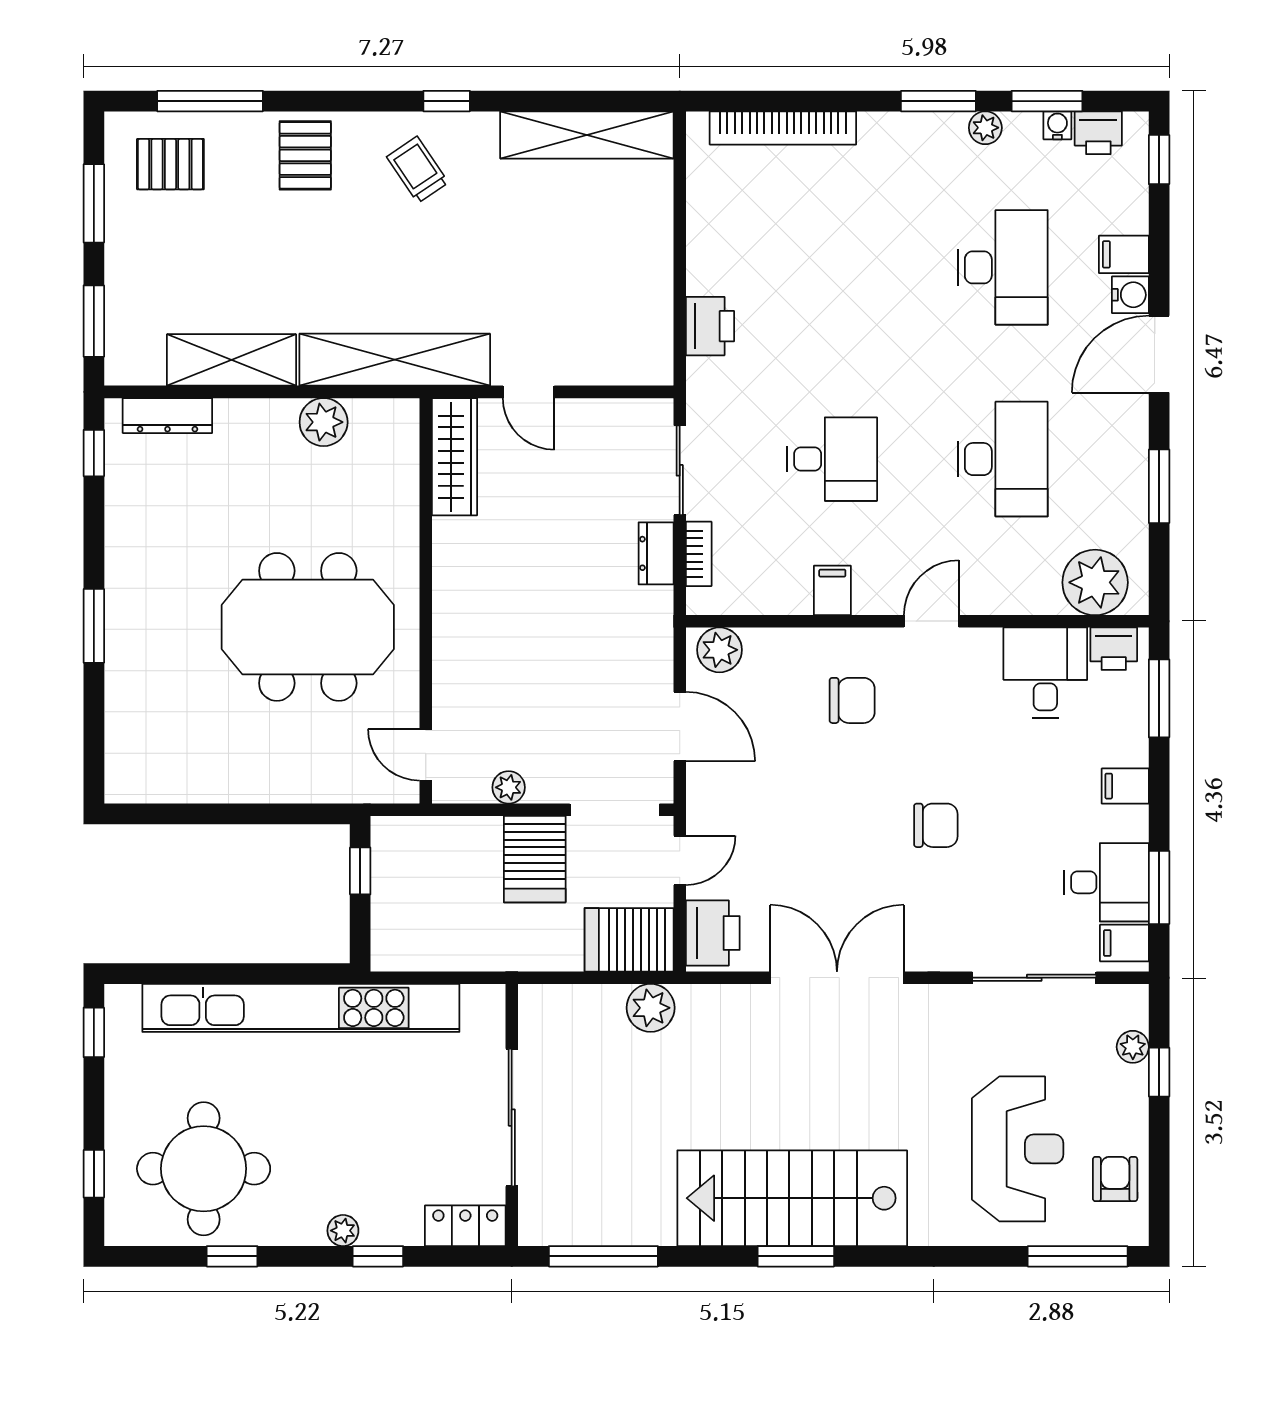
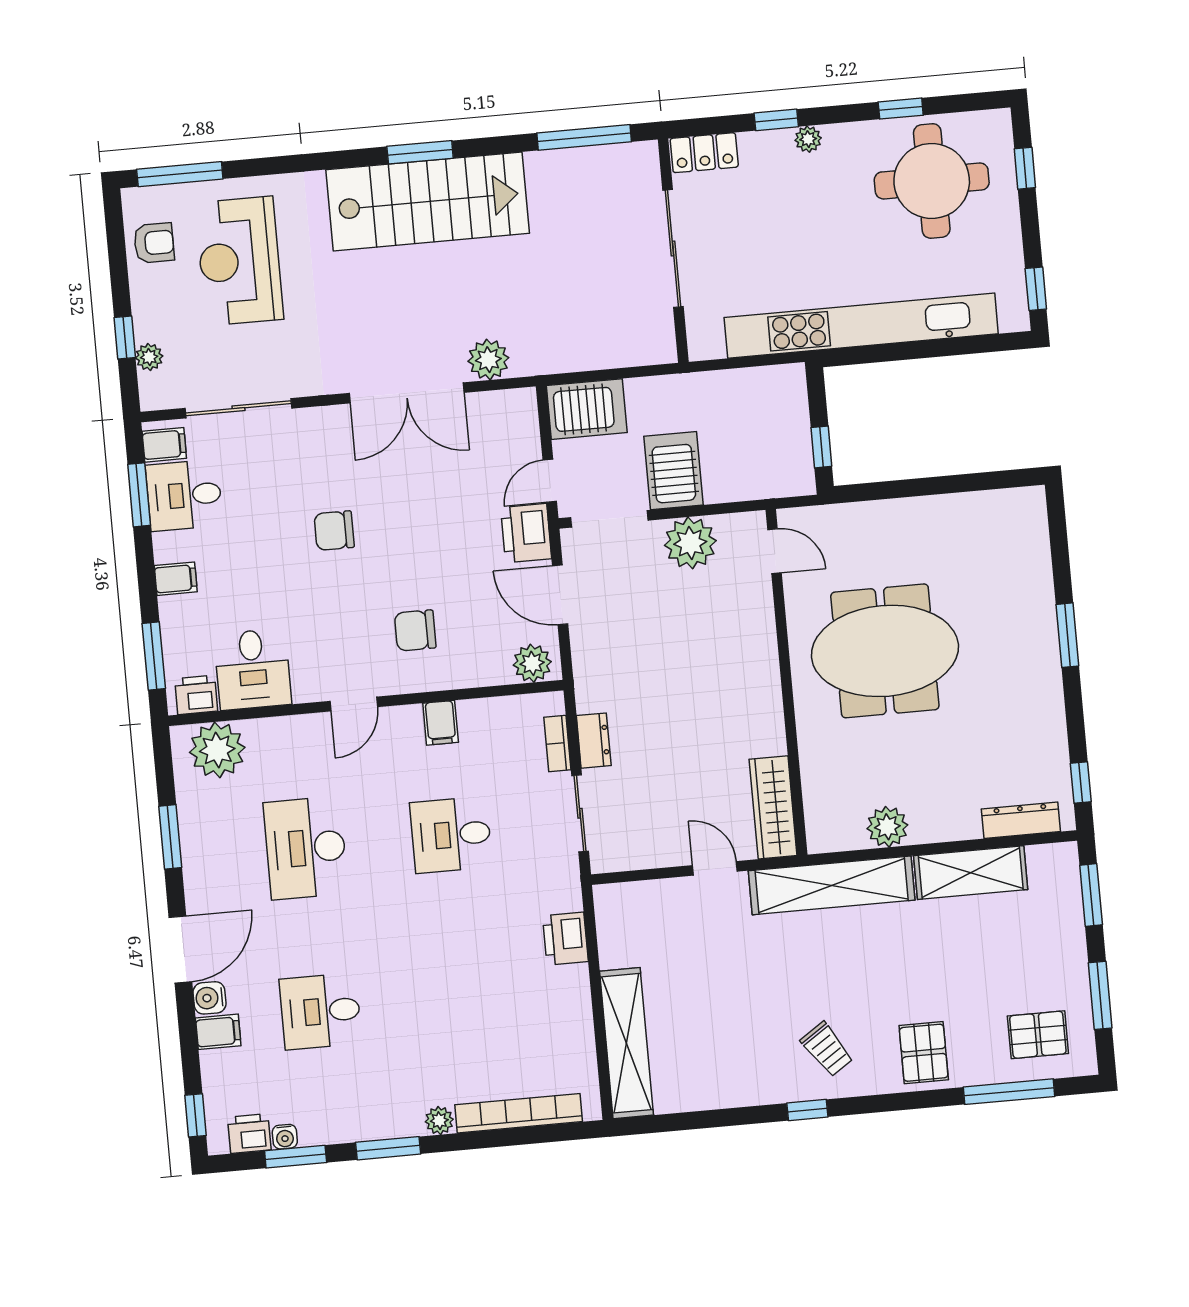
plant: (985, 128) -> (439, 1121), moved
shelving: (587, 135) -> (627, 1043), moved, turned 90
desk: (1003, 267) -> (321, 1011), width x0.73
plant: (509, 787) -> (690, 543), width x1.87, depth x1.87
printer: (713, 933) -> (526, 533), moved
plant: (651, 1008) -> (488, 360), moved
armchair: (1115, 1179) -> (154, 243), turned -90

